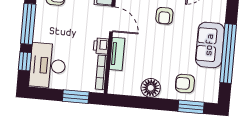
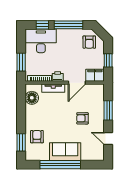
floor lamp: (151, 88) -> (32, 98), moved

